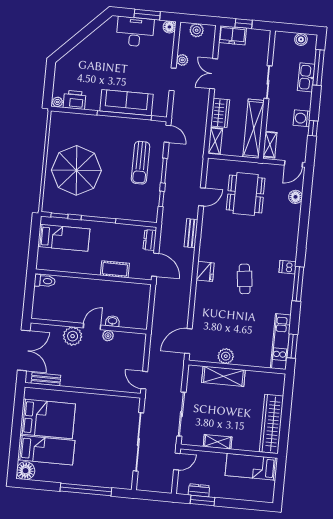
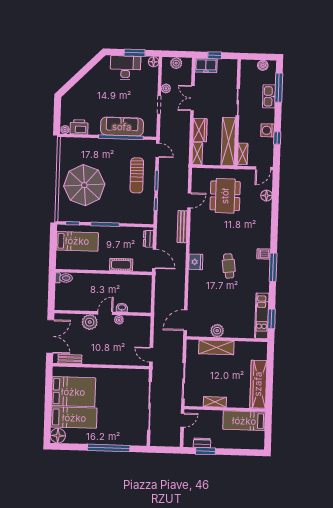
bench: (191, 233) -> (182, 227), width x1.36

